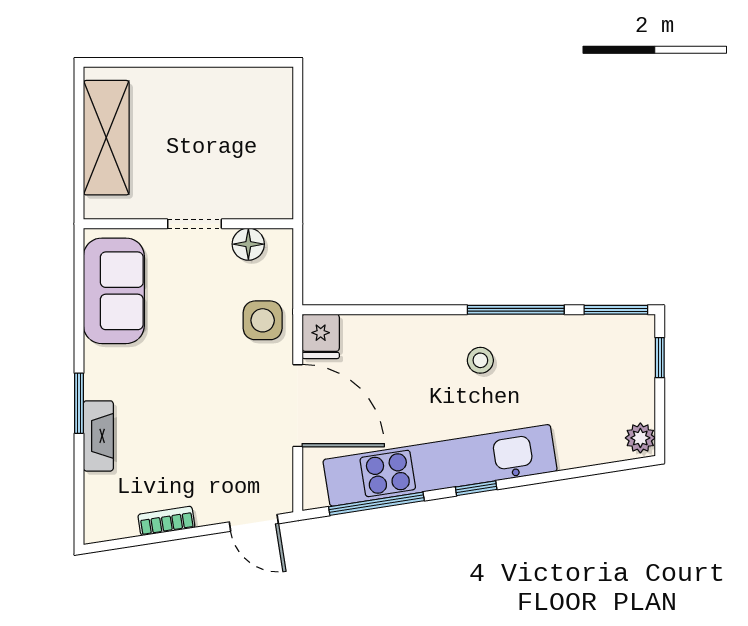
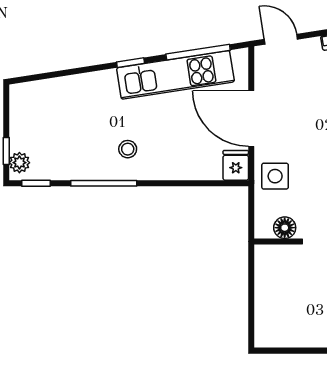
window: (616, 310) -> (36, 183), width x0.67
plant: (640, 438) -> (19, 163), moved
kitchen unit: (440, 465) -> (175, 75), width x0.73

